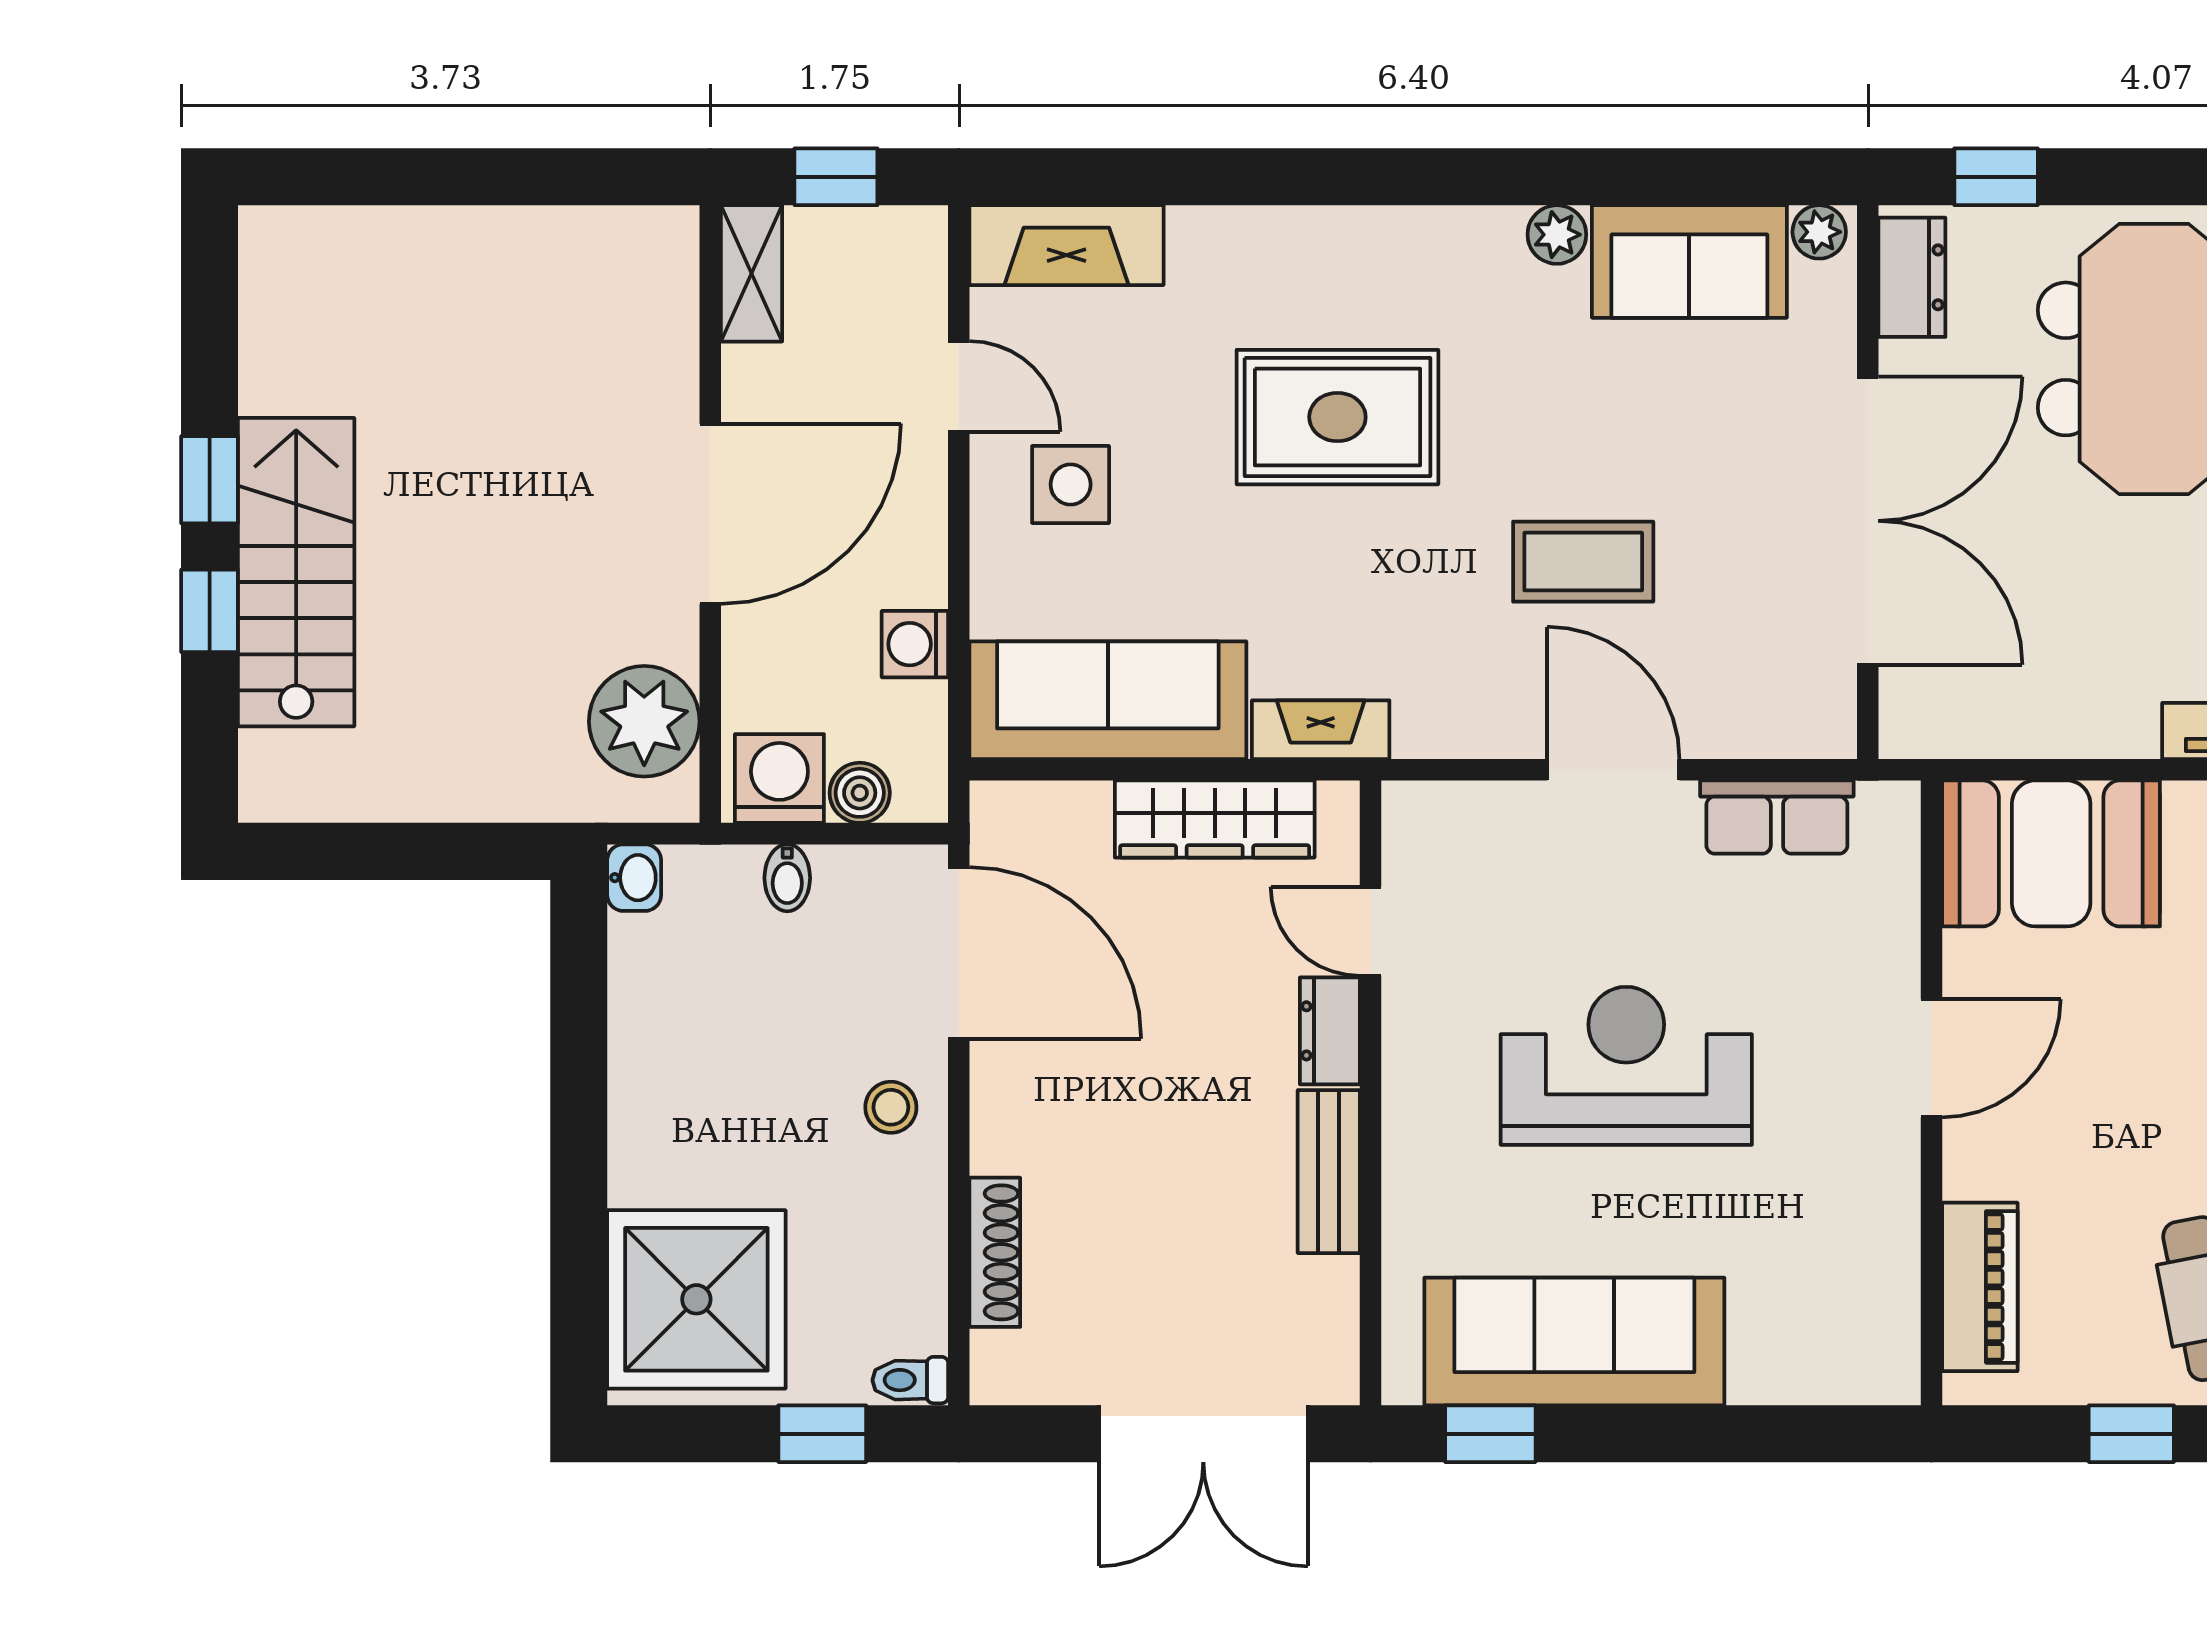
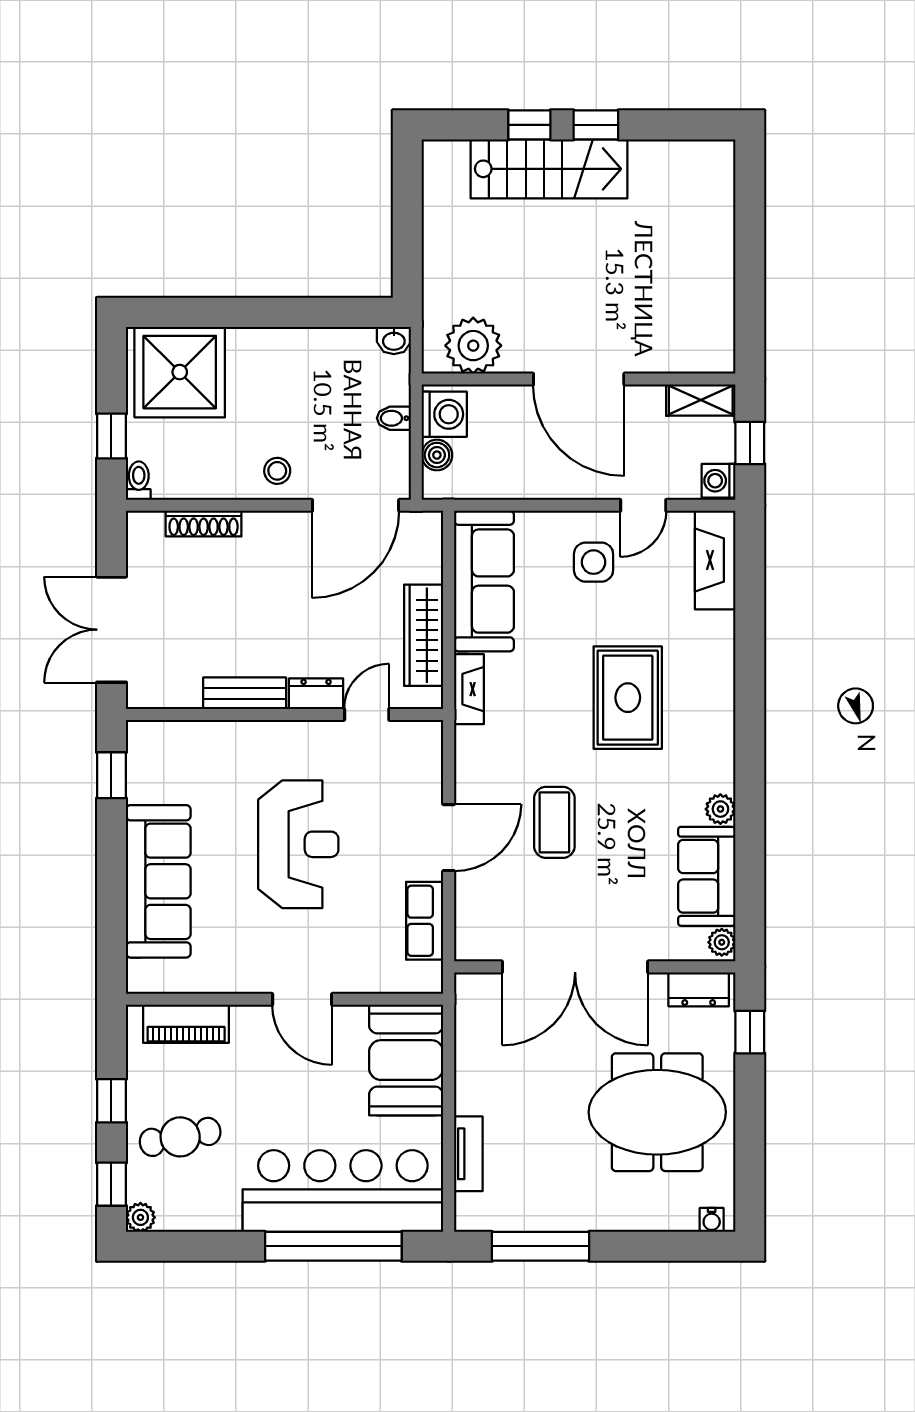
washing machine: (915, 644) -> (718, 481), moved, turned -90
sofa: (1574, 1341) -> (158, 881), moved

